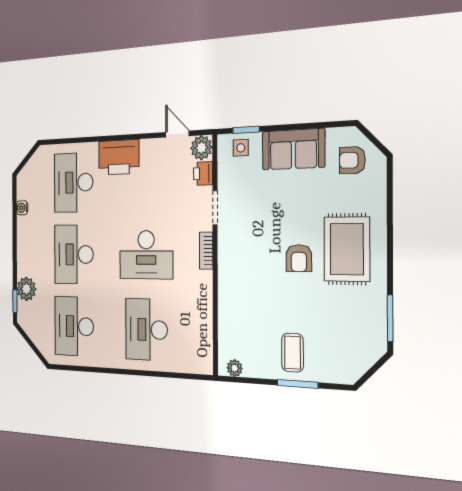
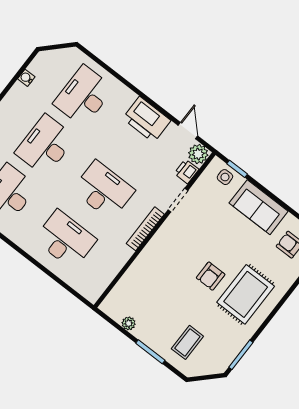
printer: (119, 157) -> (147, 120), moved
bookcase: (206, 251) -> (145, 229), width x1.56
desk: (146, 255) -> (103, 190), turned 180
desk: (146, 330) -> (65, 240), turned 90
coffee table: (293, 353) -> (187, 342), moved
plant: (235, 368) -> (129, 323), moved

